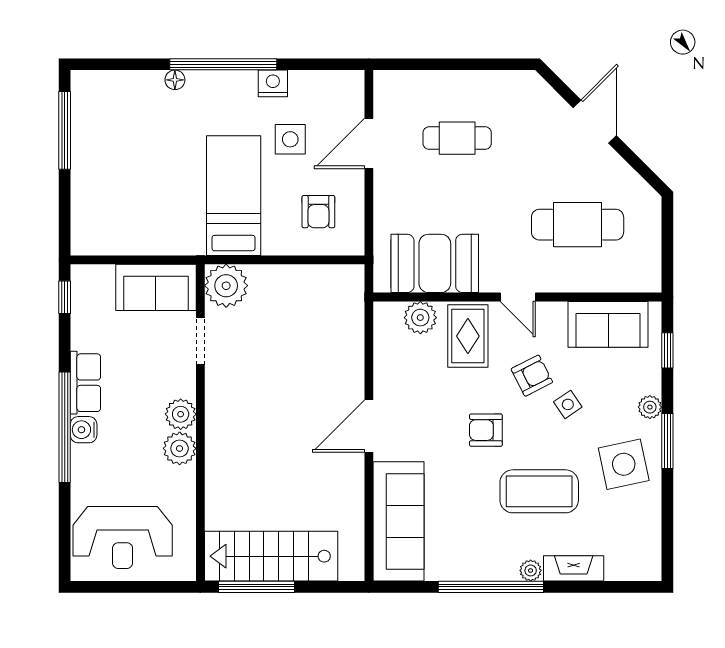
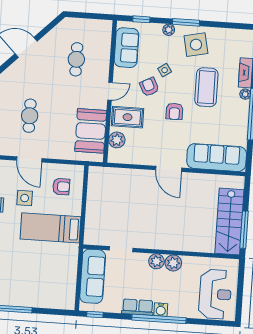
cafe table: (578, 225) -> (76, 59), width x0.73, depth x0.74
plant: (226, 286) -> (95, 235), removed
sofa: (156, 287) -> (93, 276), width x1.36

